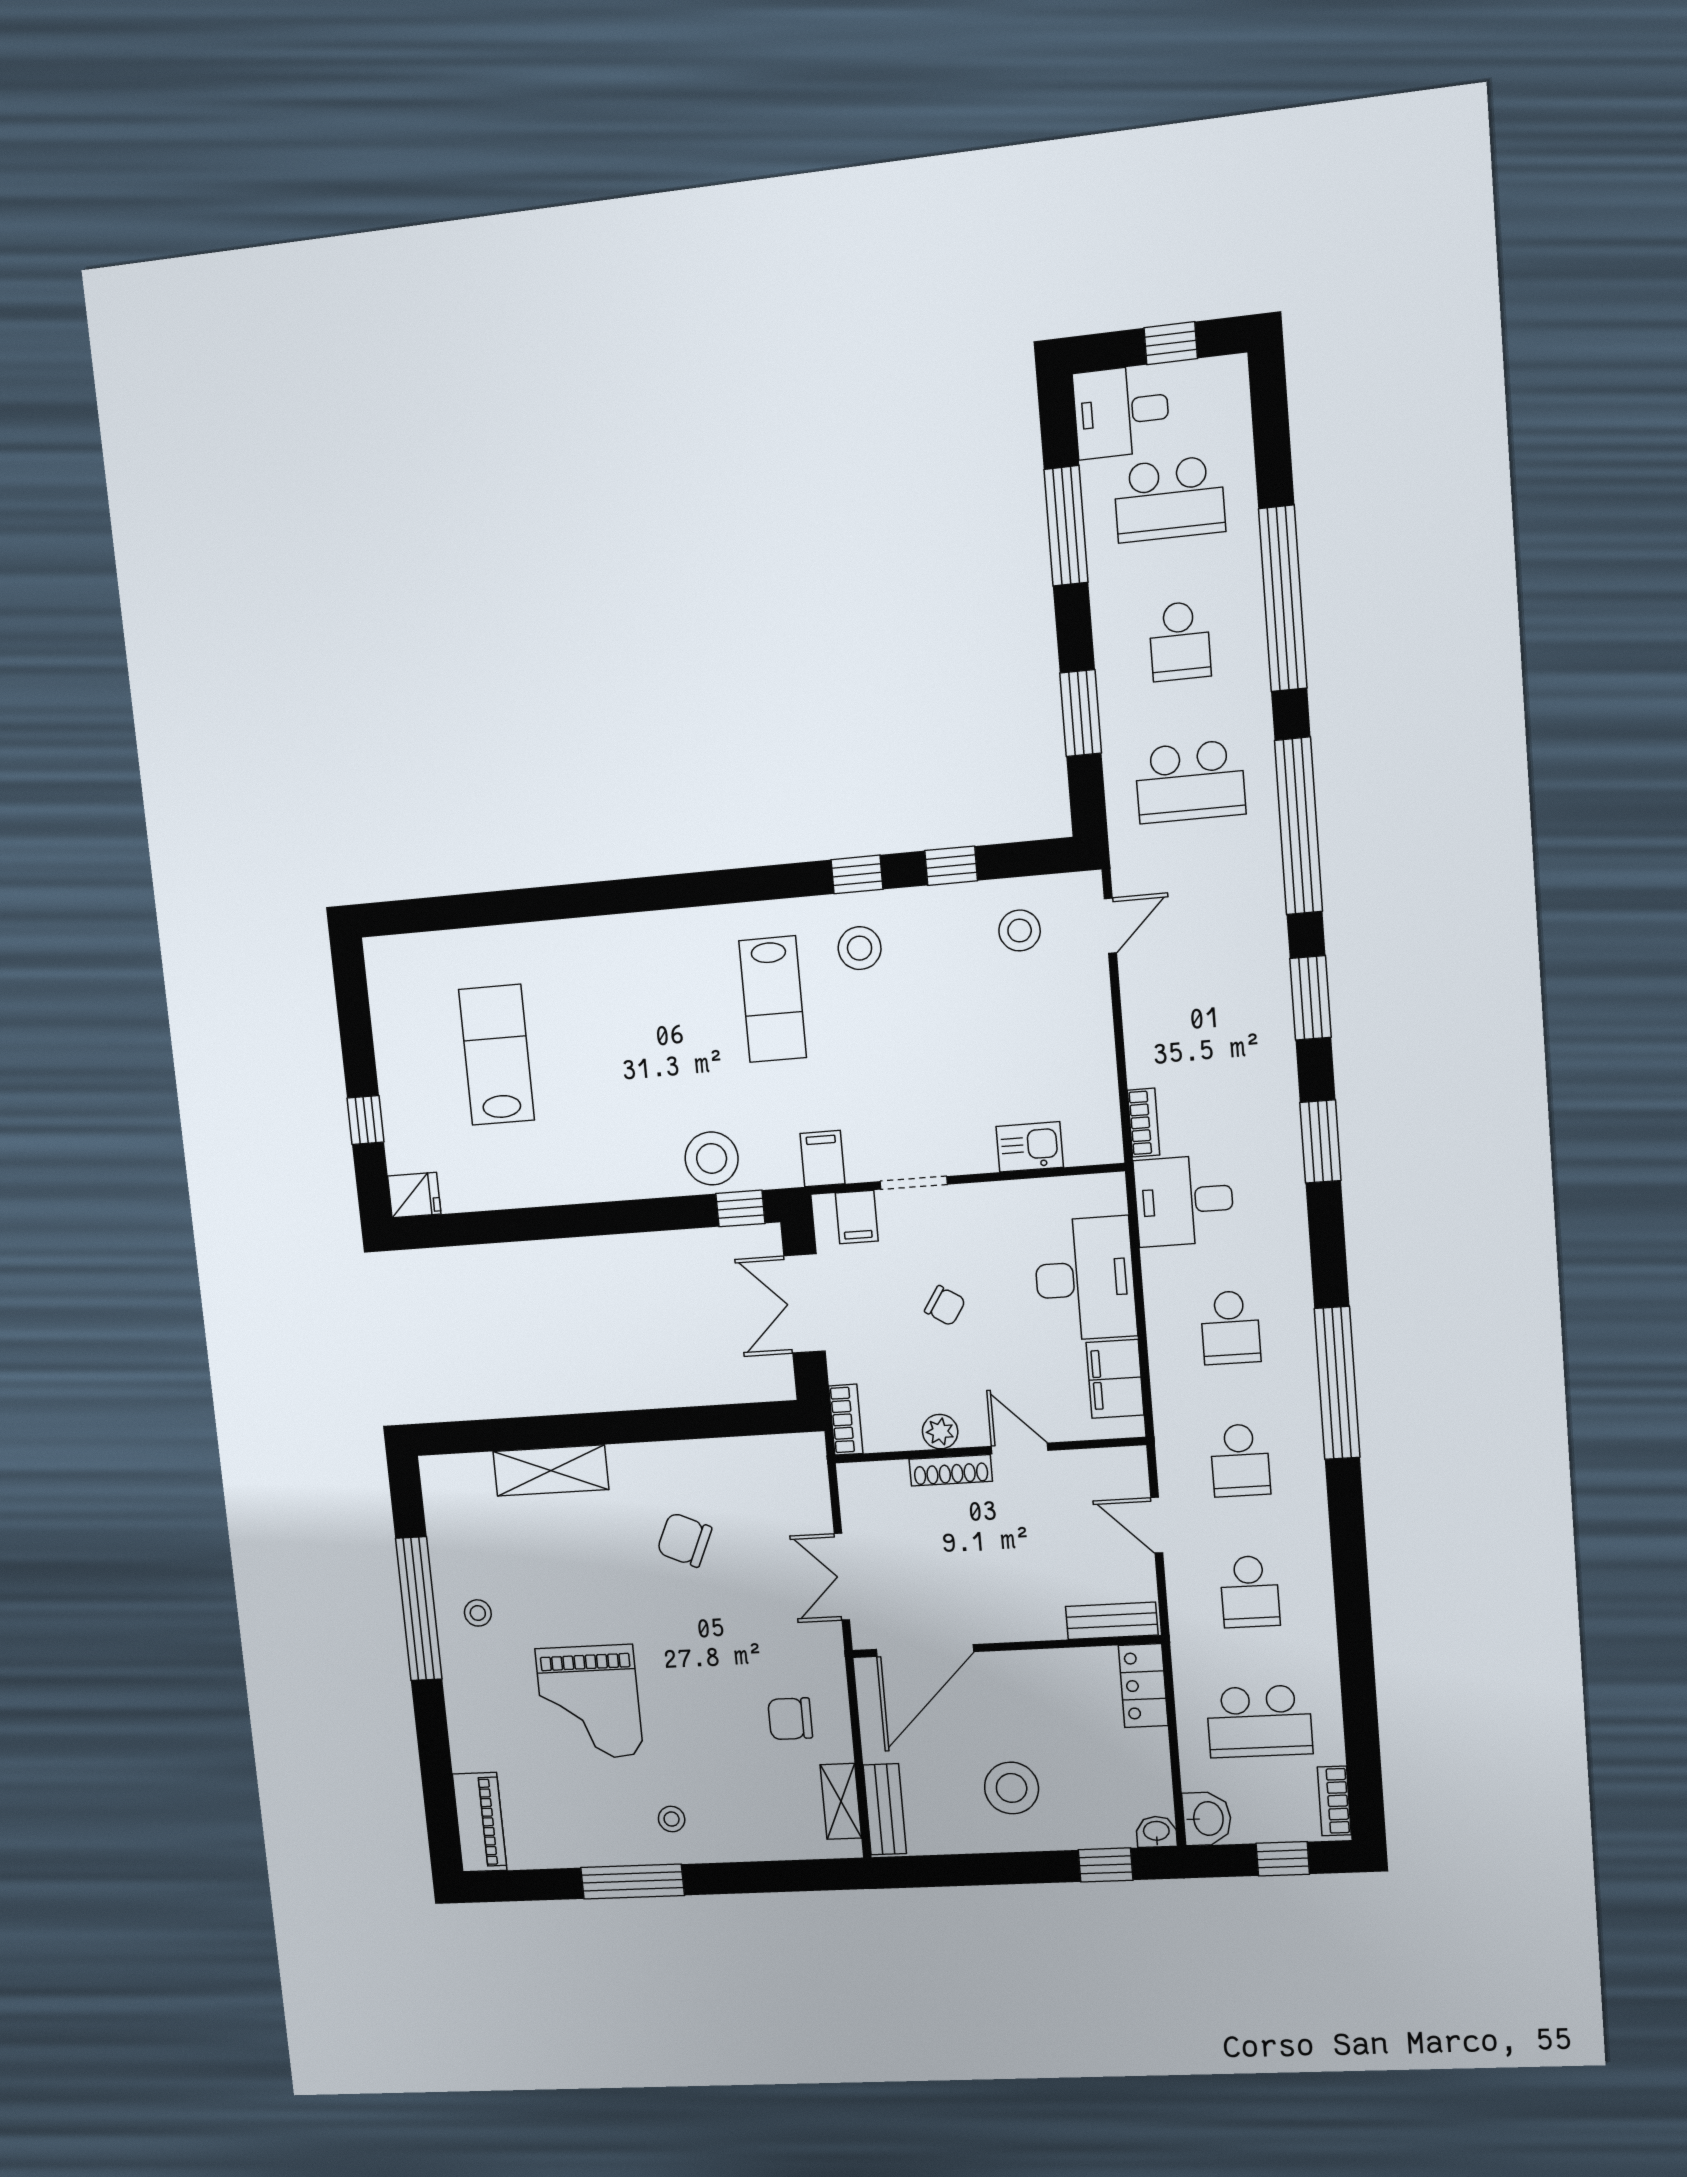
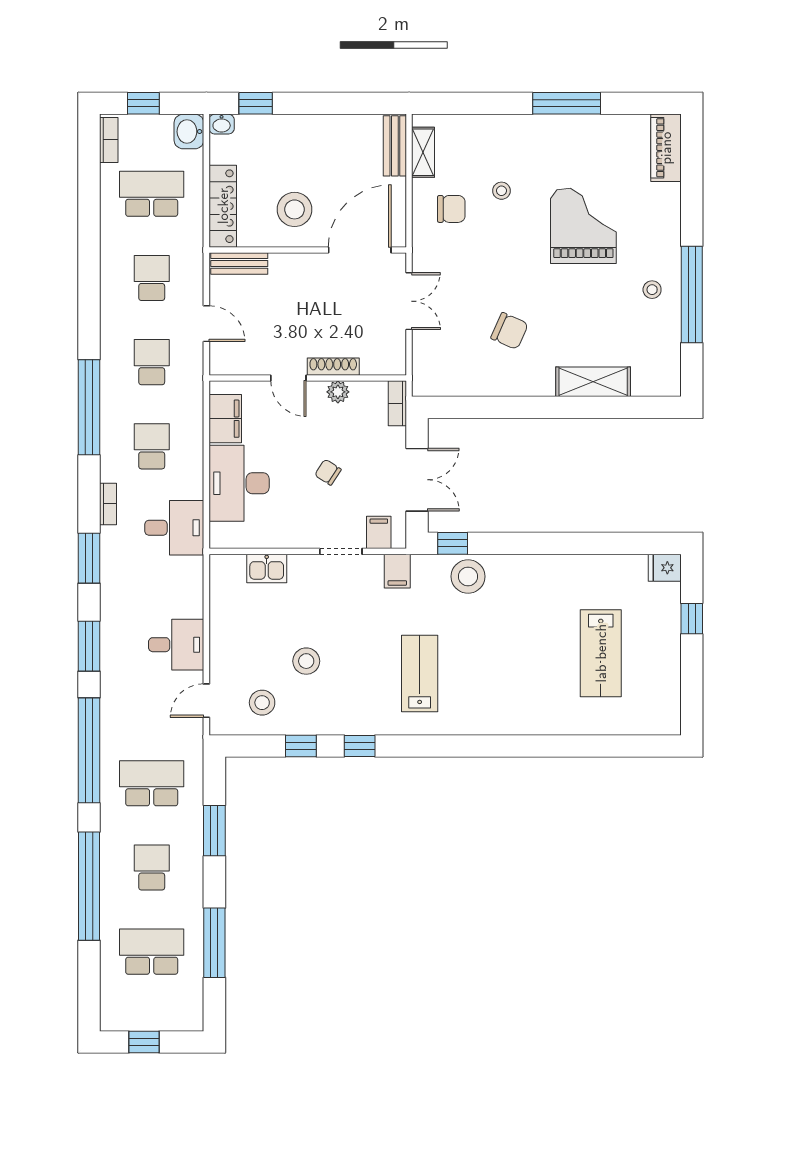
desk: (1121, 412) -> (176, 645), moved
stool: (860, 948) -> (306, 661), moved
bookcase: (1144, 1123) -> (108, 504), moved, turned 180
locker: (1143, 1686) -> (223, 206), width x1.53
stool: (1012, 1788) -> (294, 209), moved
stool: (672, 1819) -> (501, 191), moved

